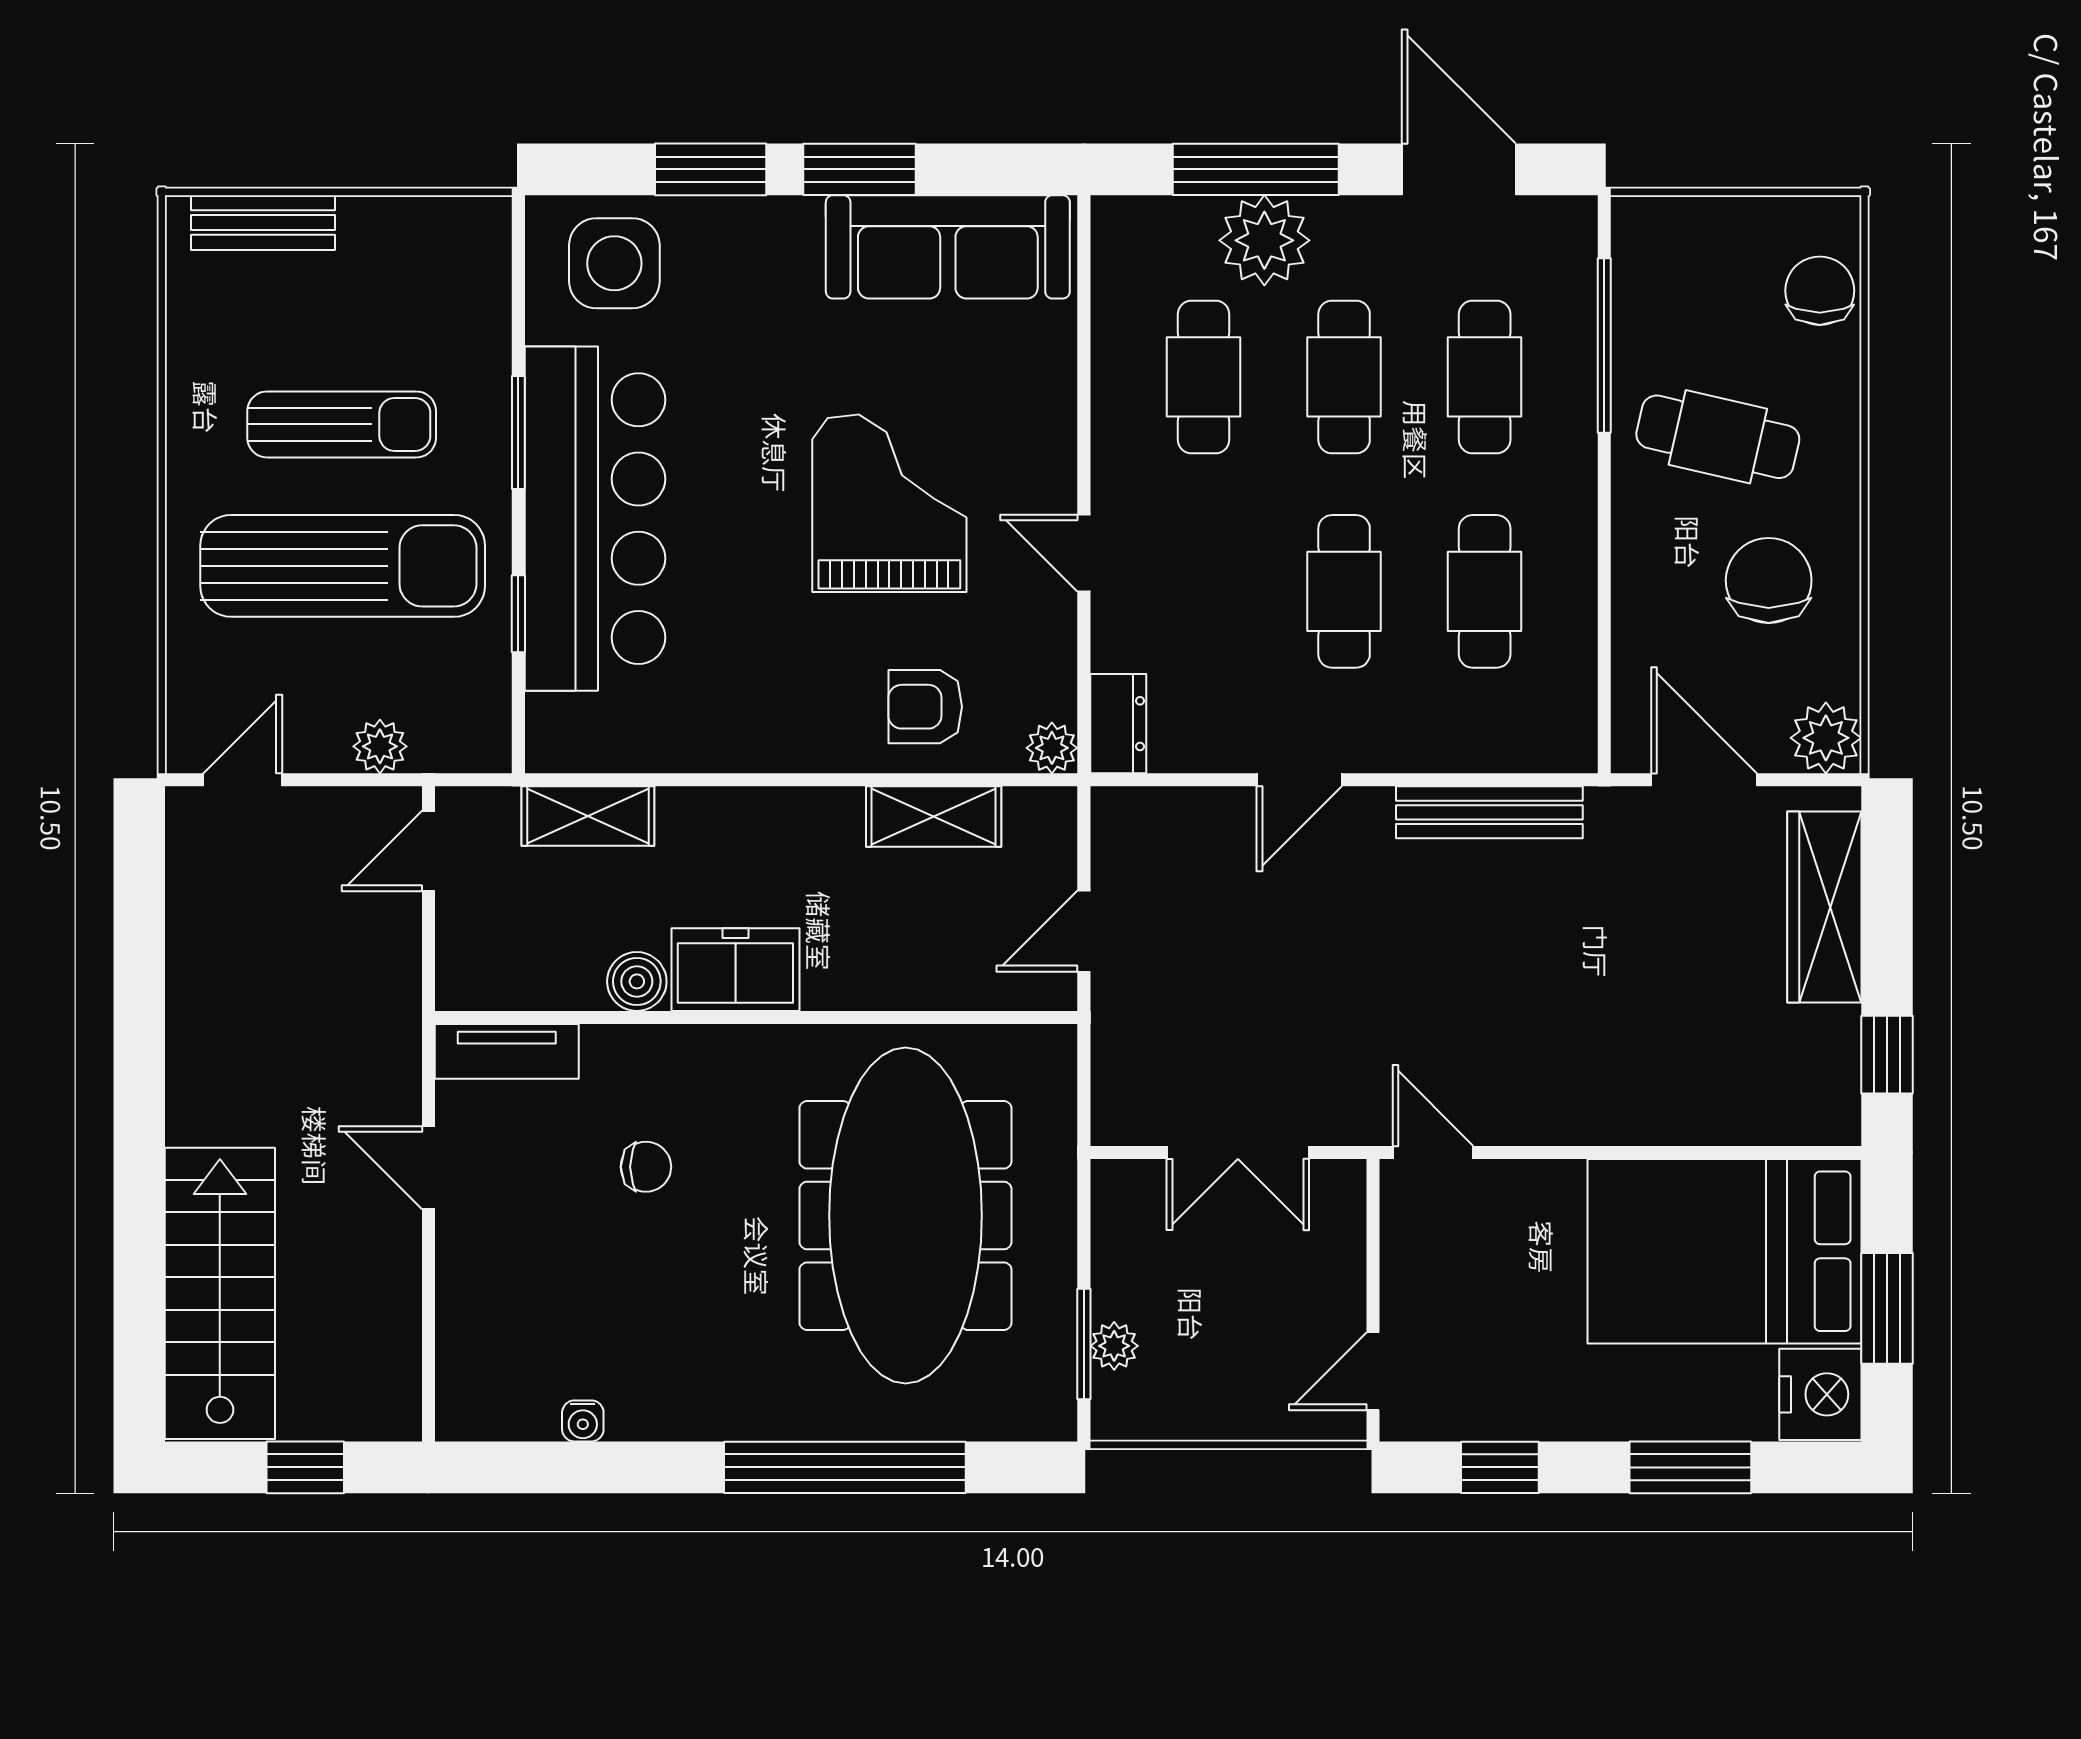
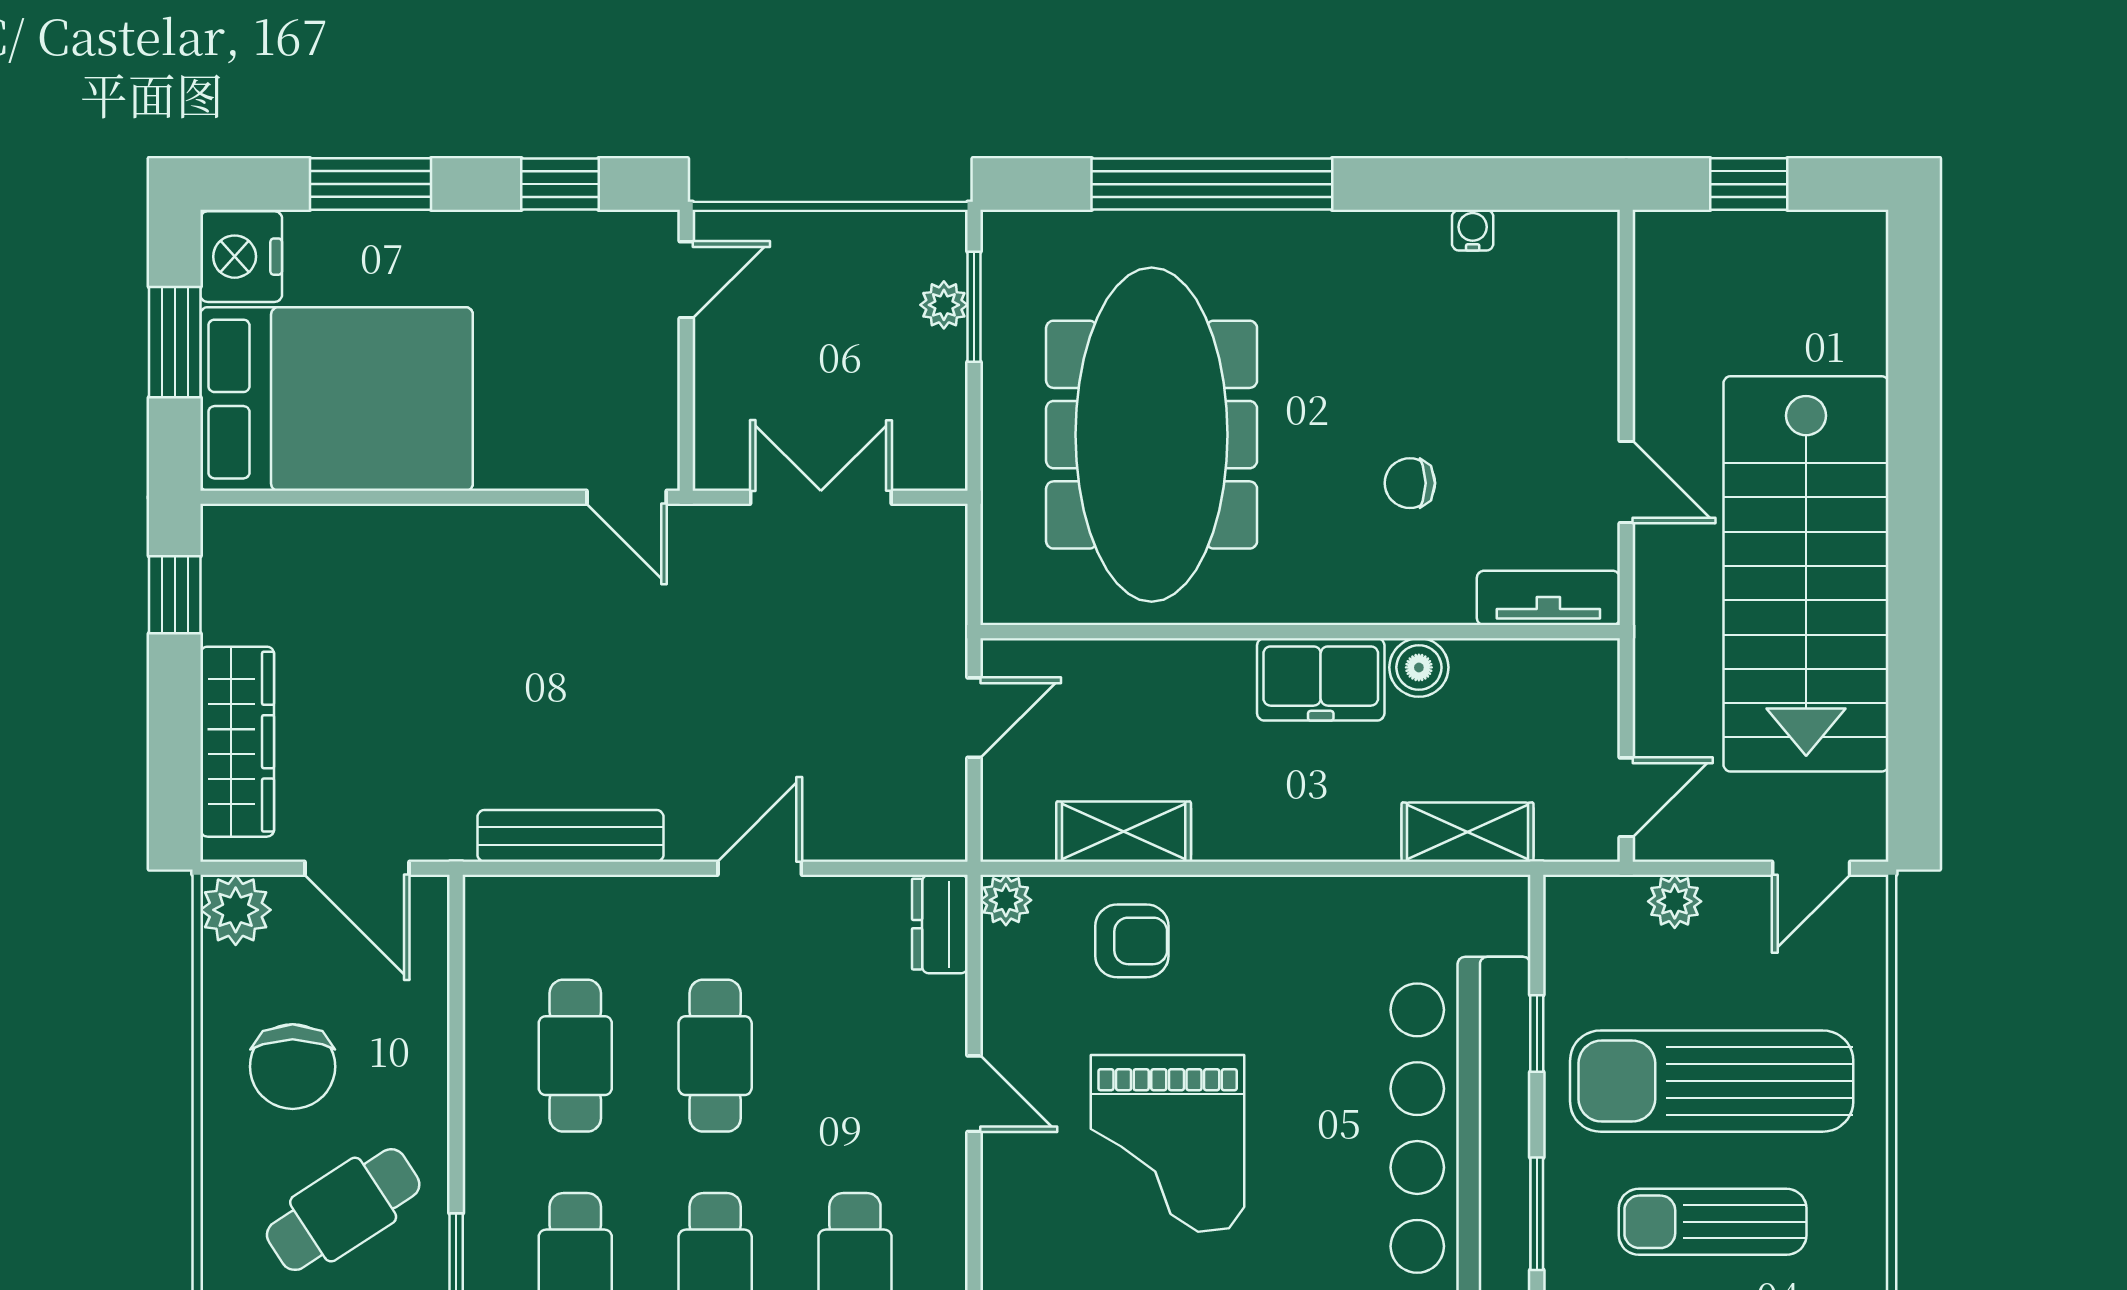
cafe table: (1718, 437) -> (343, 1210), turned -46
stairs: (220, 1293) -> (1806, 574), moved, width x1.36, depth x1.51

